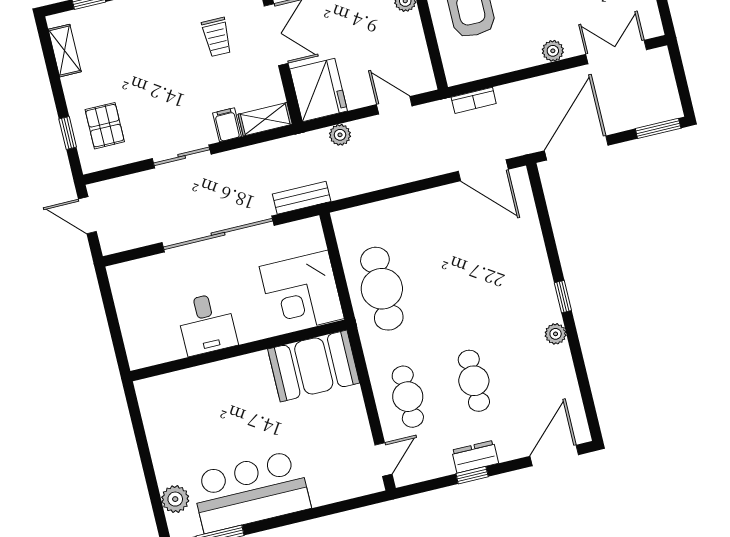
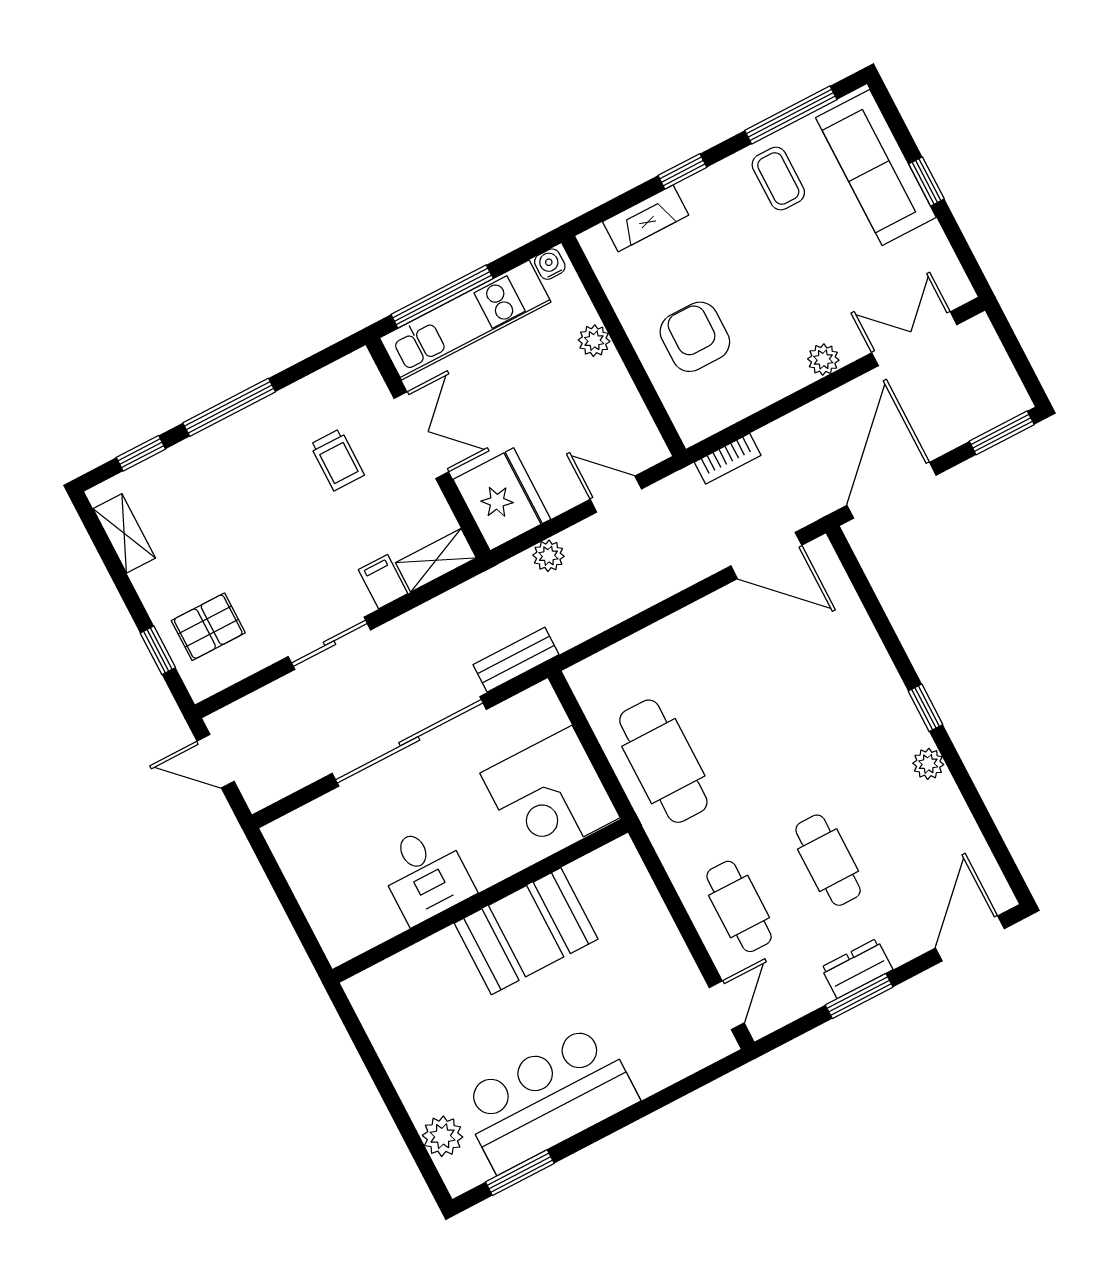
pallet: (105, 126) -> (208, 627), turned 90
booth: (314, 366) -> (526, 931), moved
window: (472, 475) -> (859, 996), width x1.50

